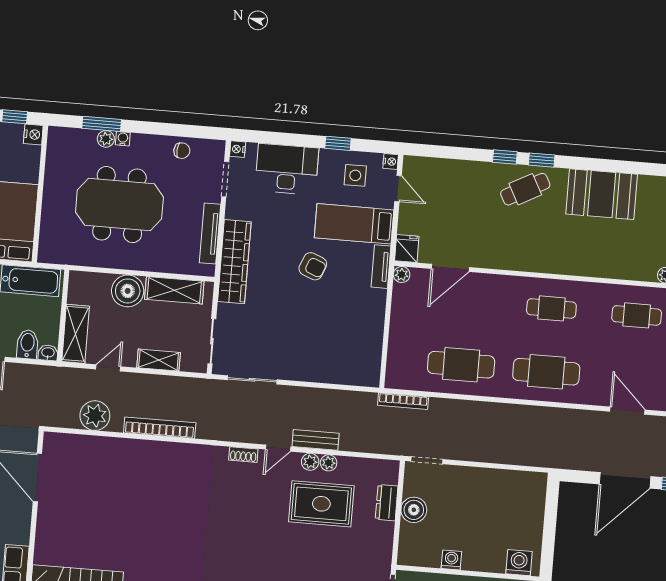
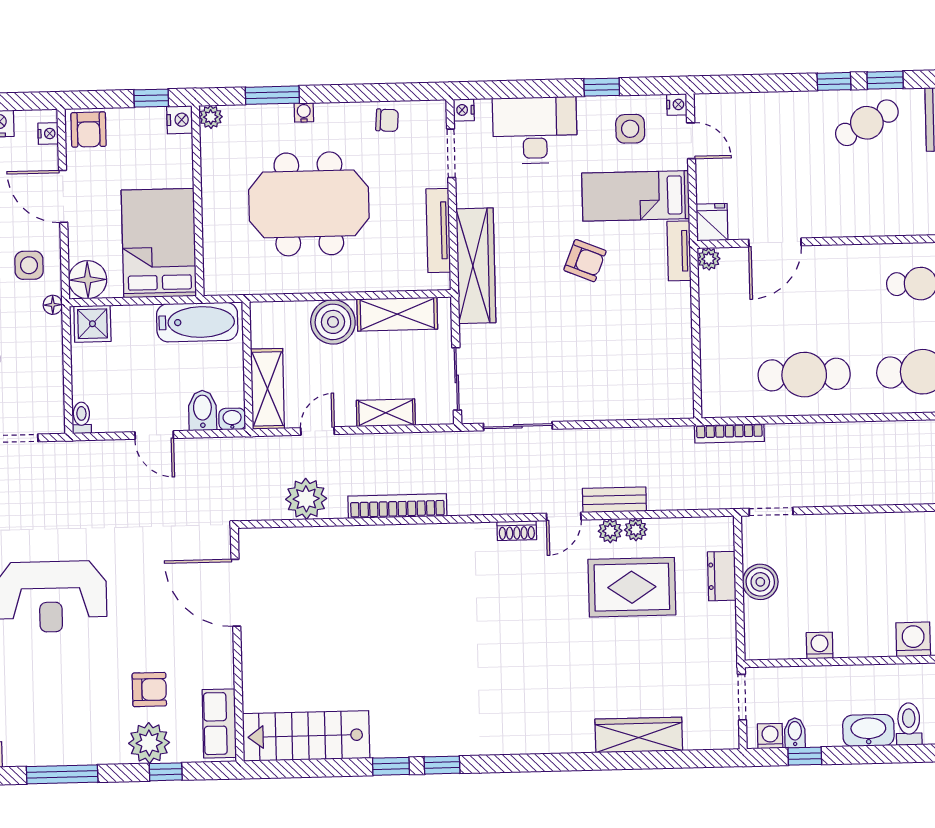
plant: (106, 139) -> (211, 117), moved

